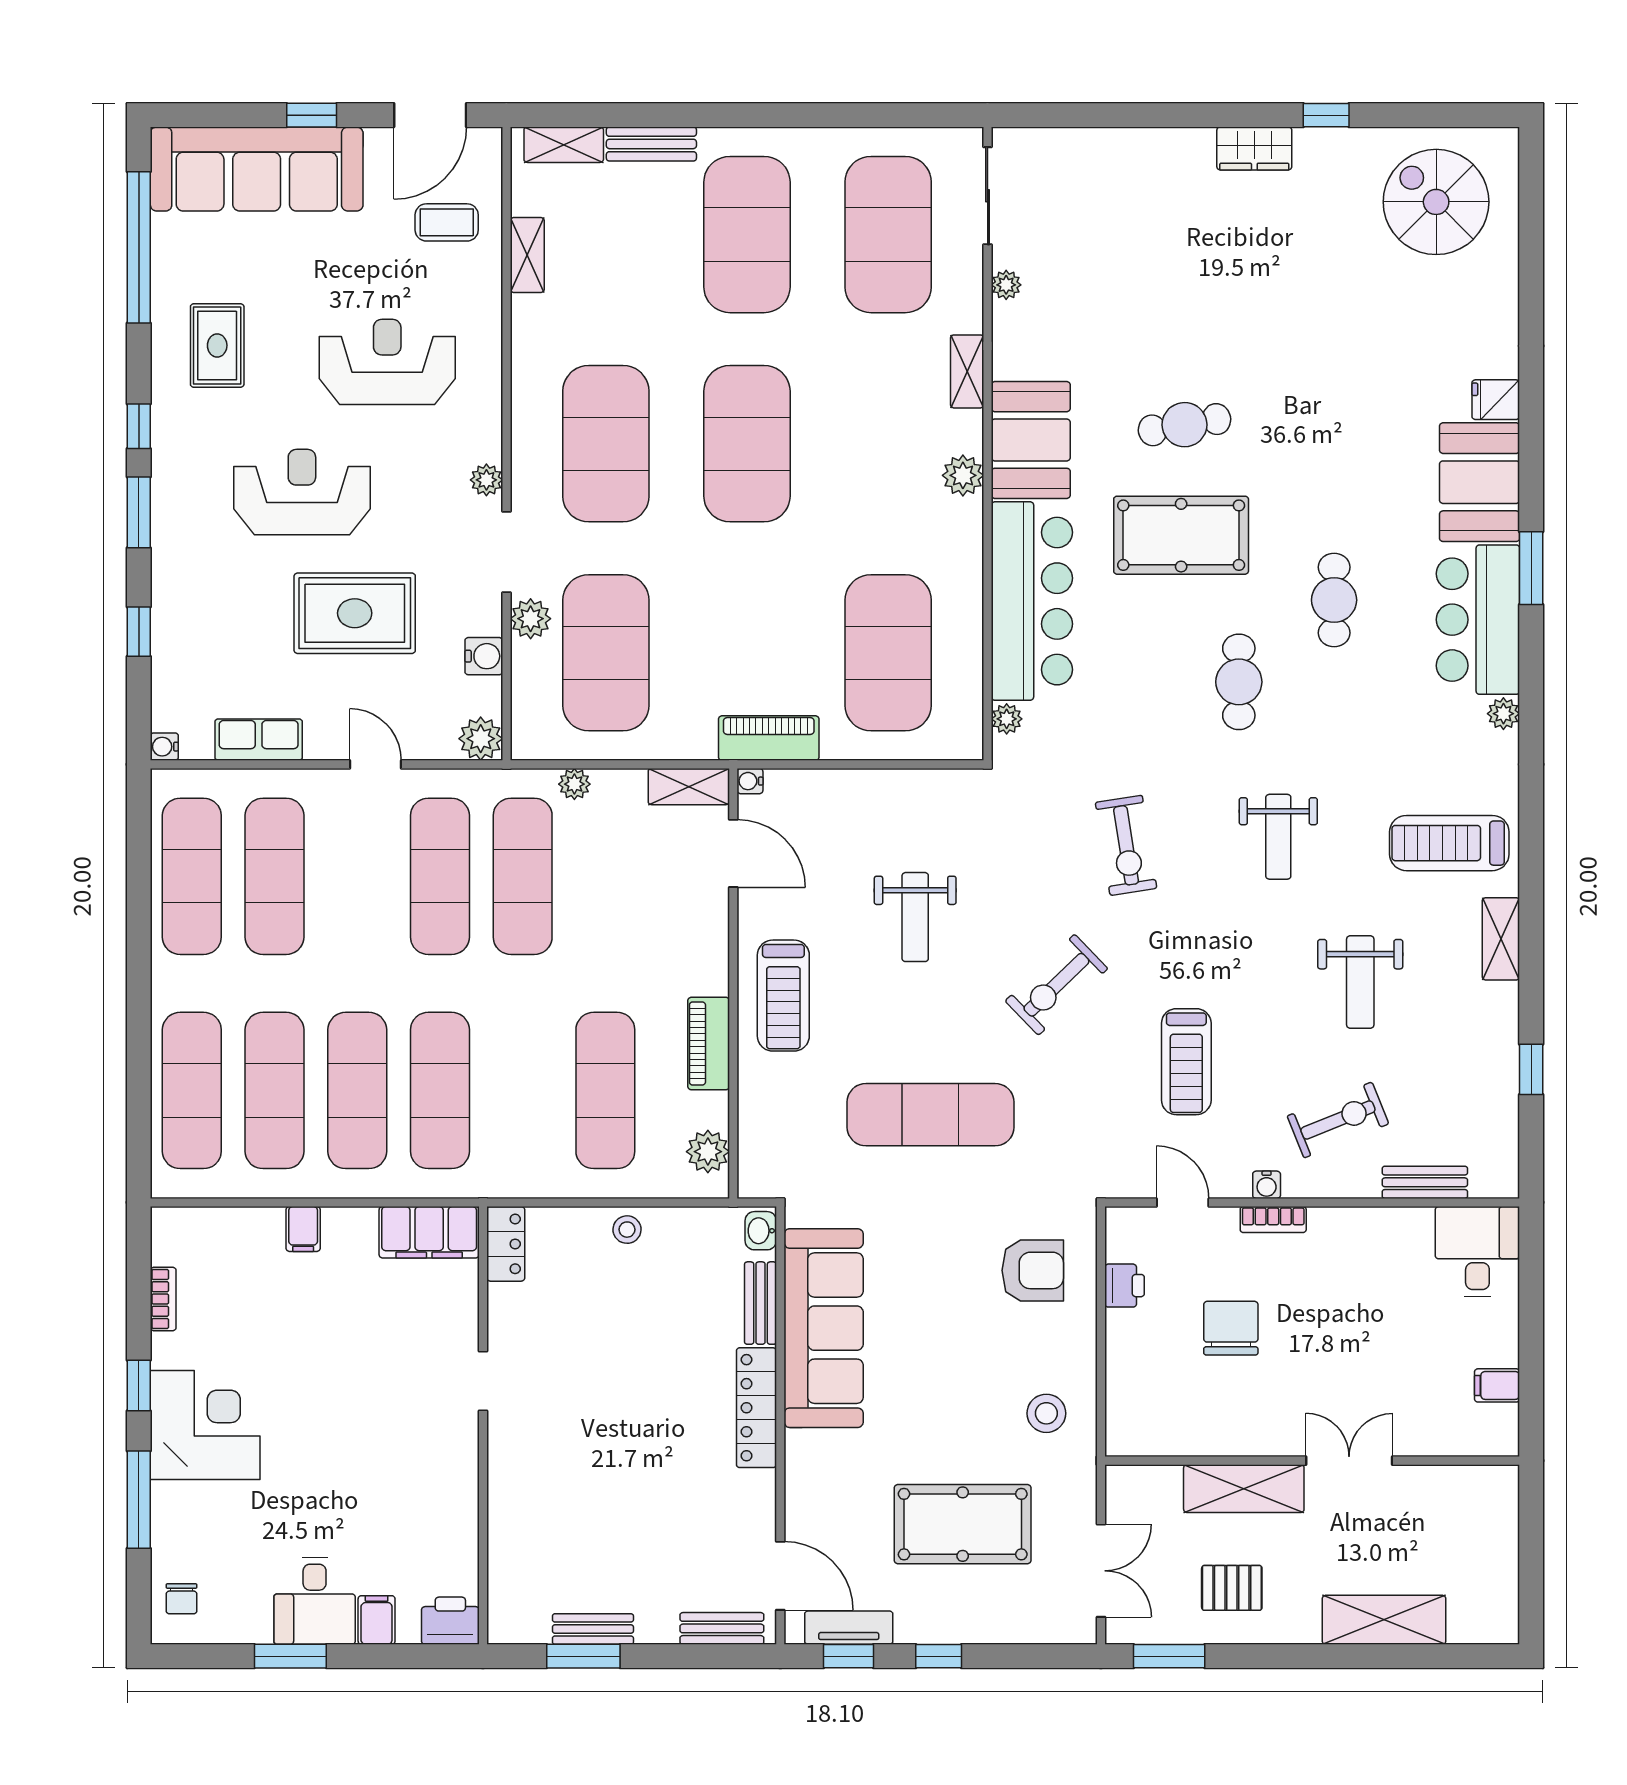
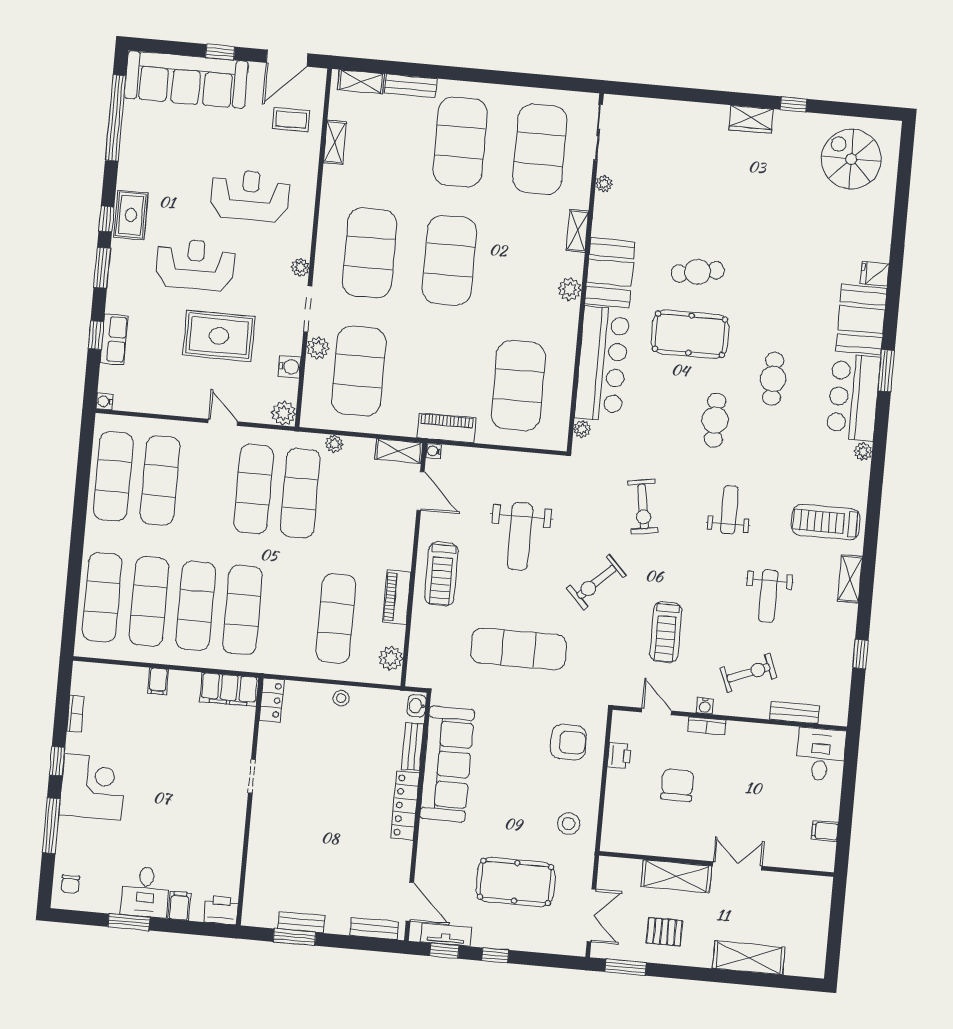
rug: (217, 345) -> (131, 215), moved
row of seats: (259, 740) -> (114, 339), moved, turned 90
weight bench: (1278, 837) -> (729, 510), turned 180
weight bench: (915, 917) -> (520, 536), width x1.36, depth x1.33

